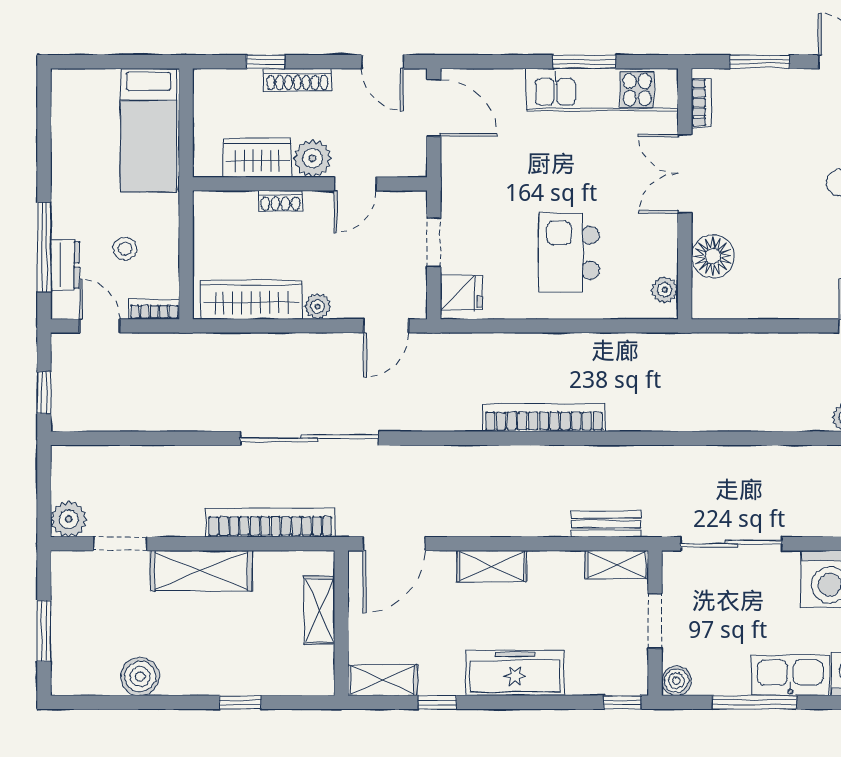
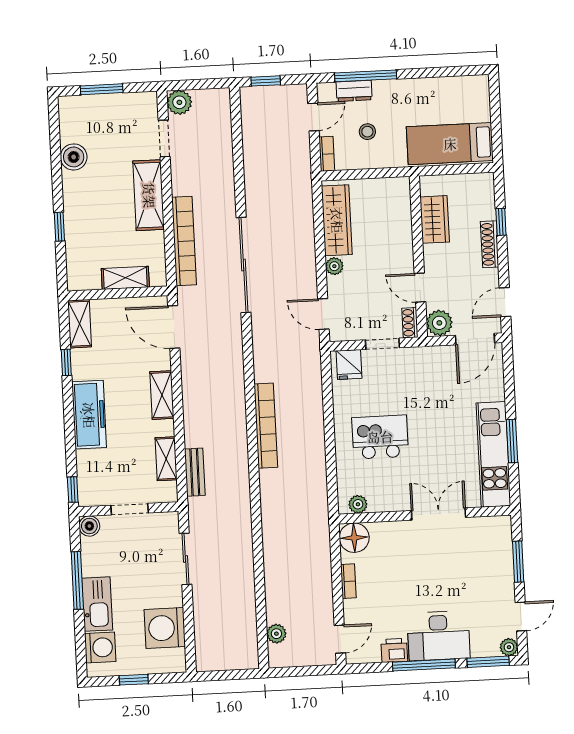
bookcase: (701, 103) -> (348, 581), moved, turned -90
plant: (313, 158) -> (439, 323), moved
shoe rack: (280, 201) -> (410, 323), moved
floor lamp: (713, 256) -> (354, 538), moved
sliding door: (731, 544) -> (186, 559), width x0.73
shelving: (617, 565) -> (166, 459), moved

